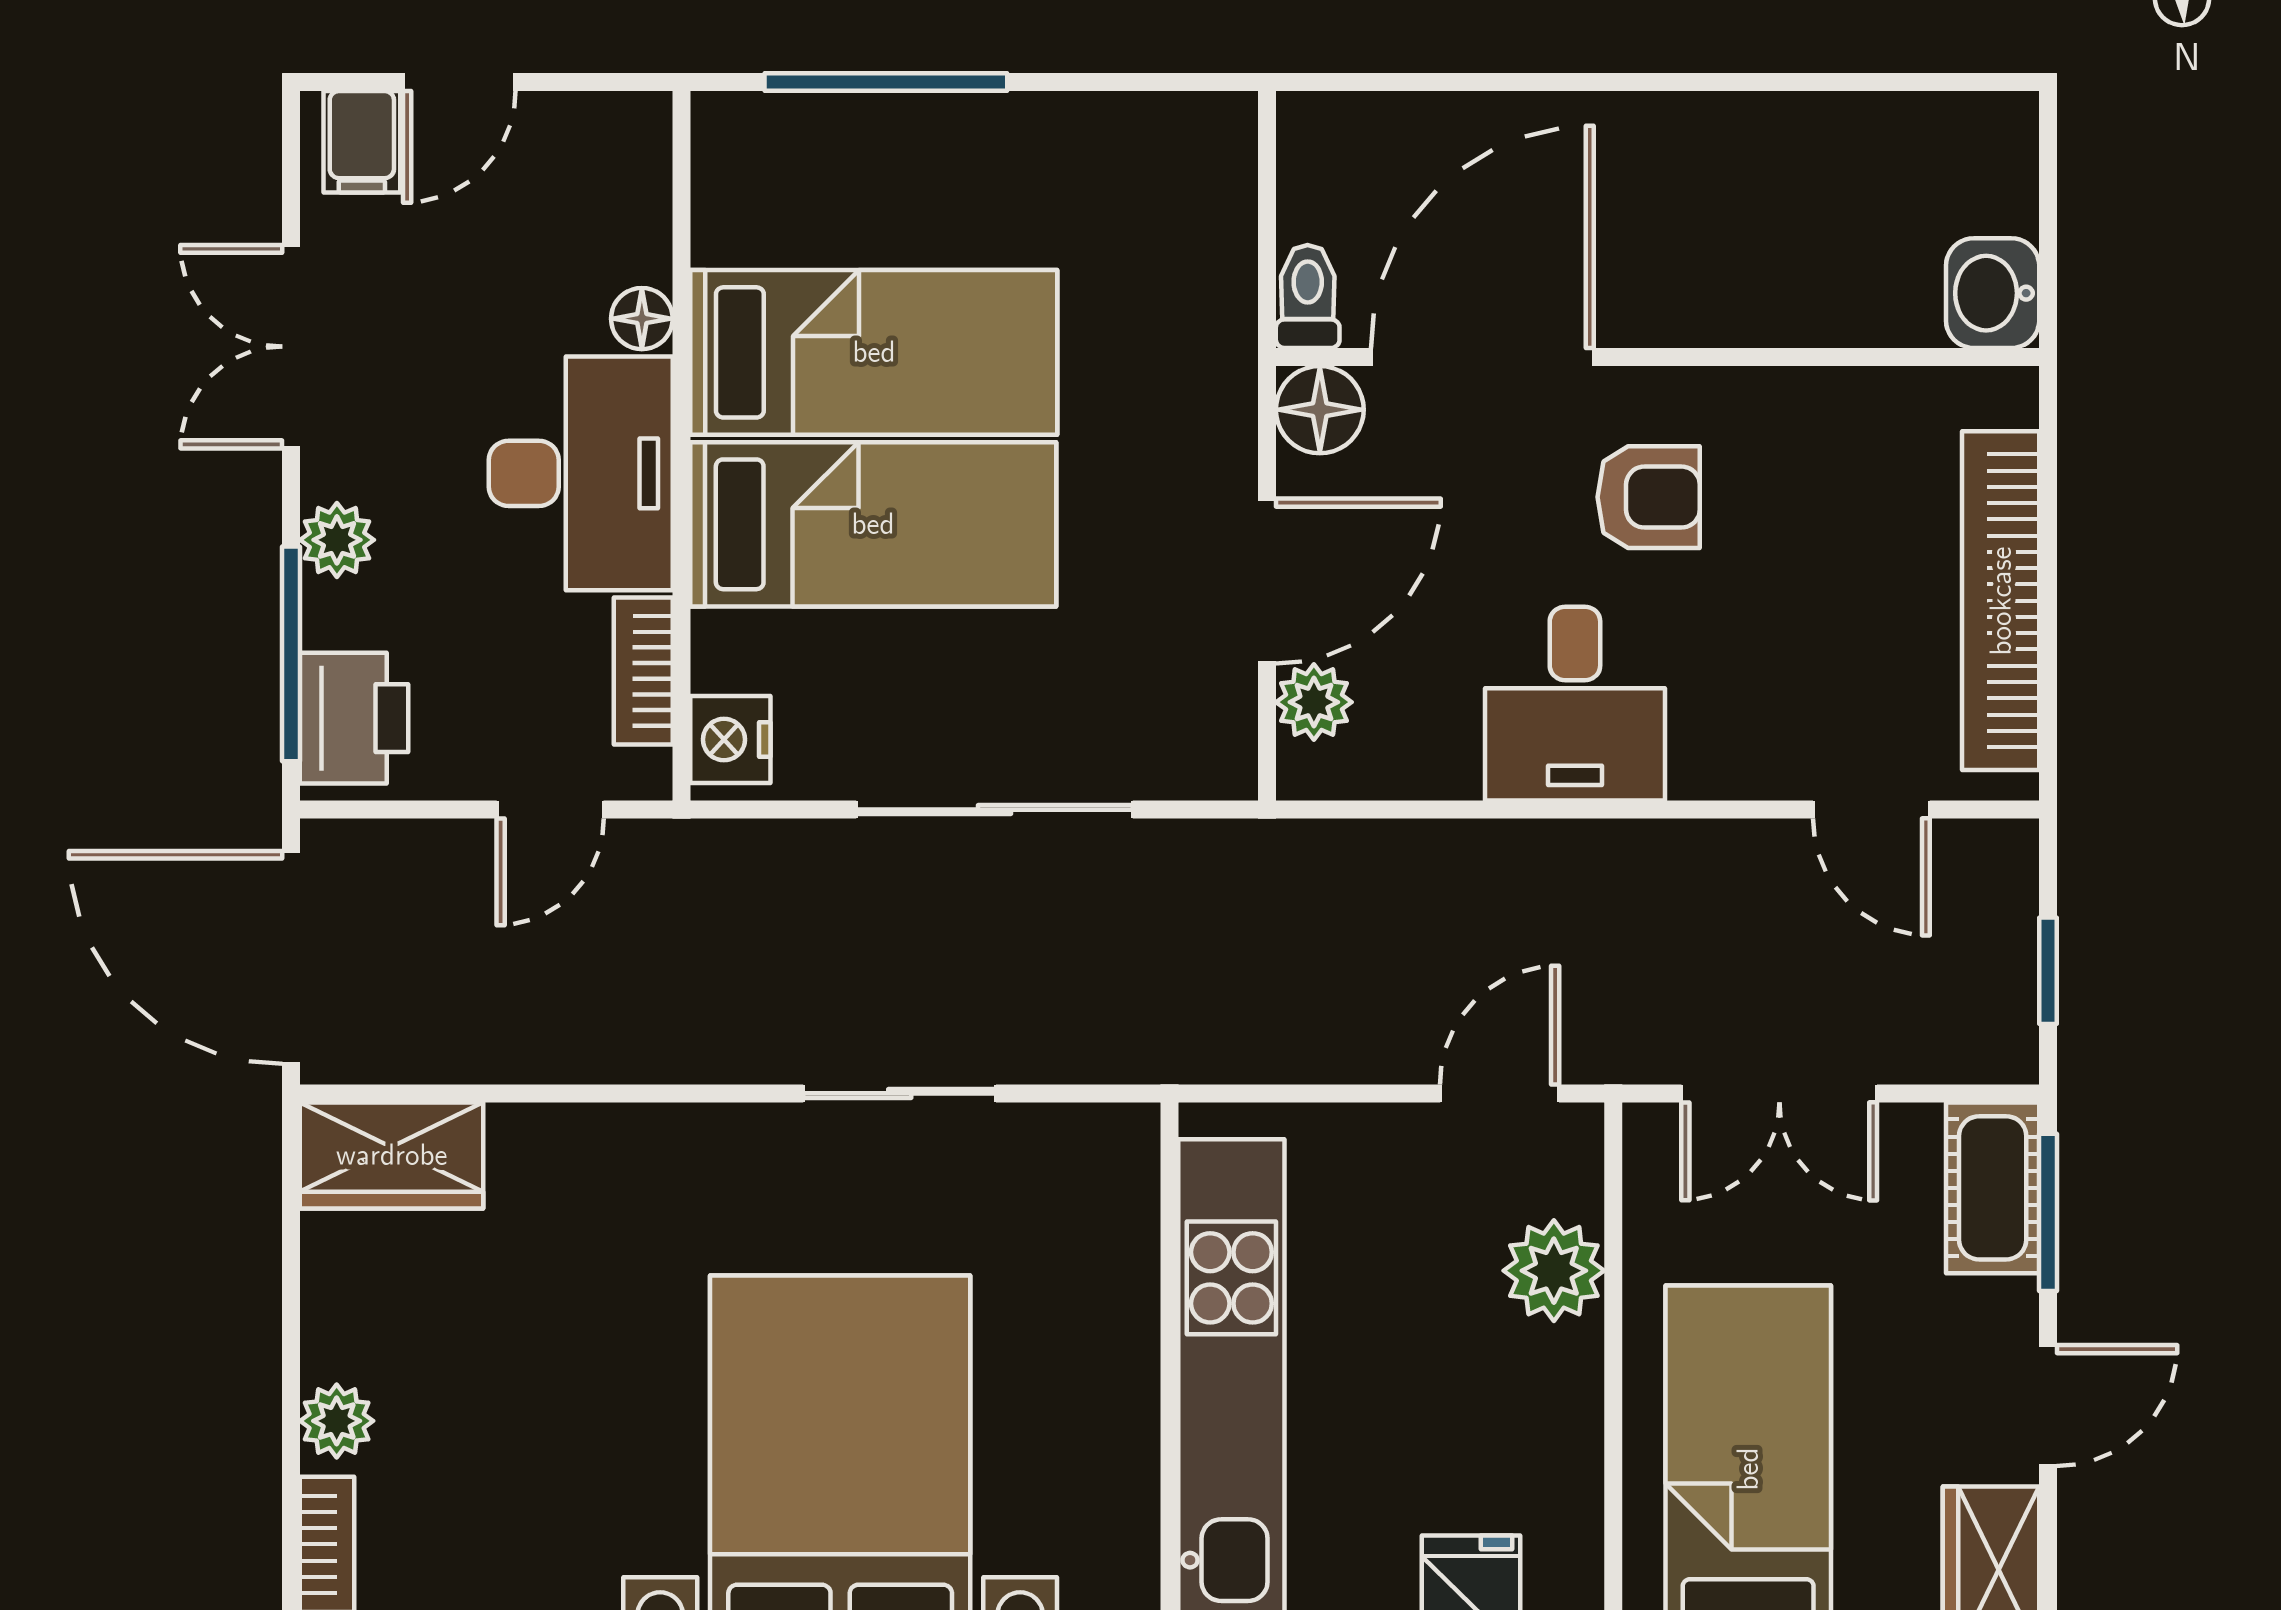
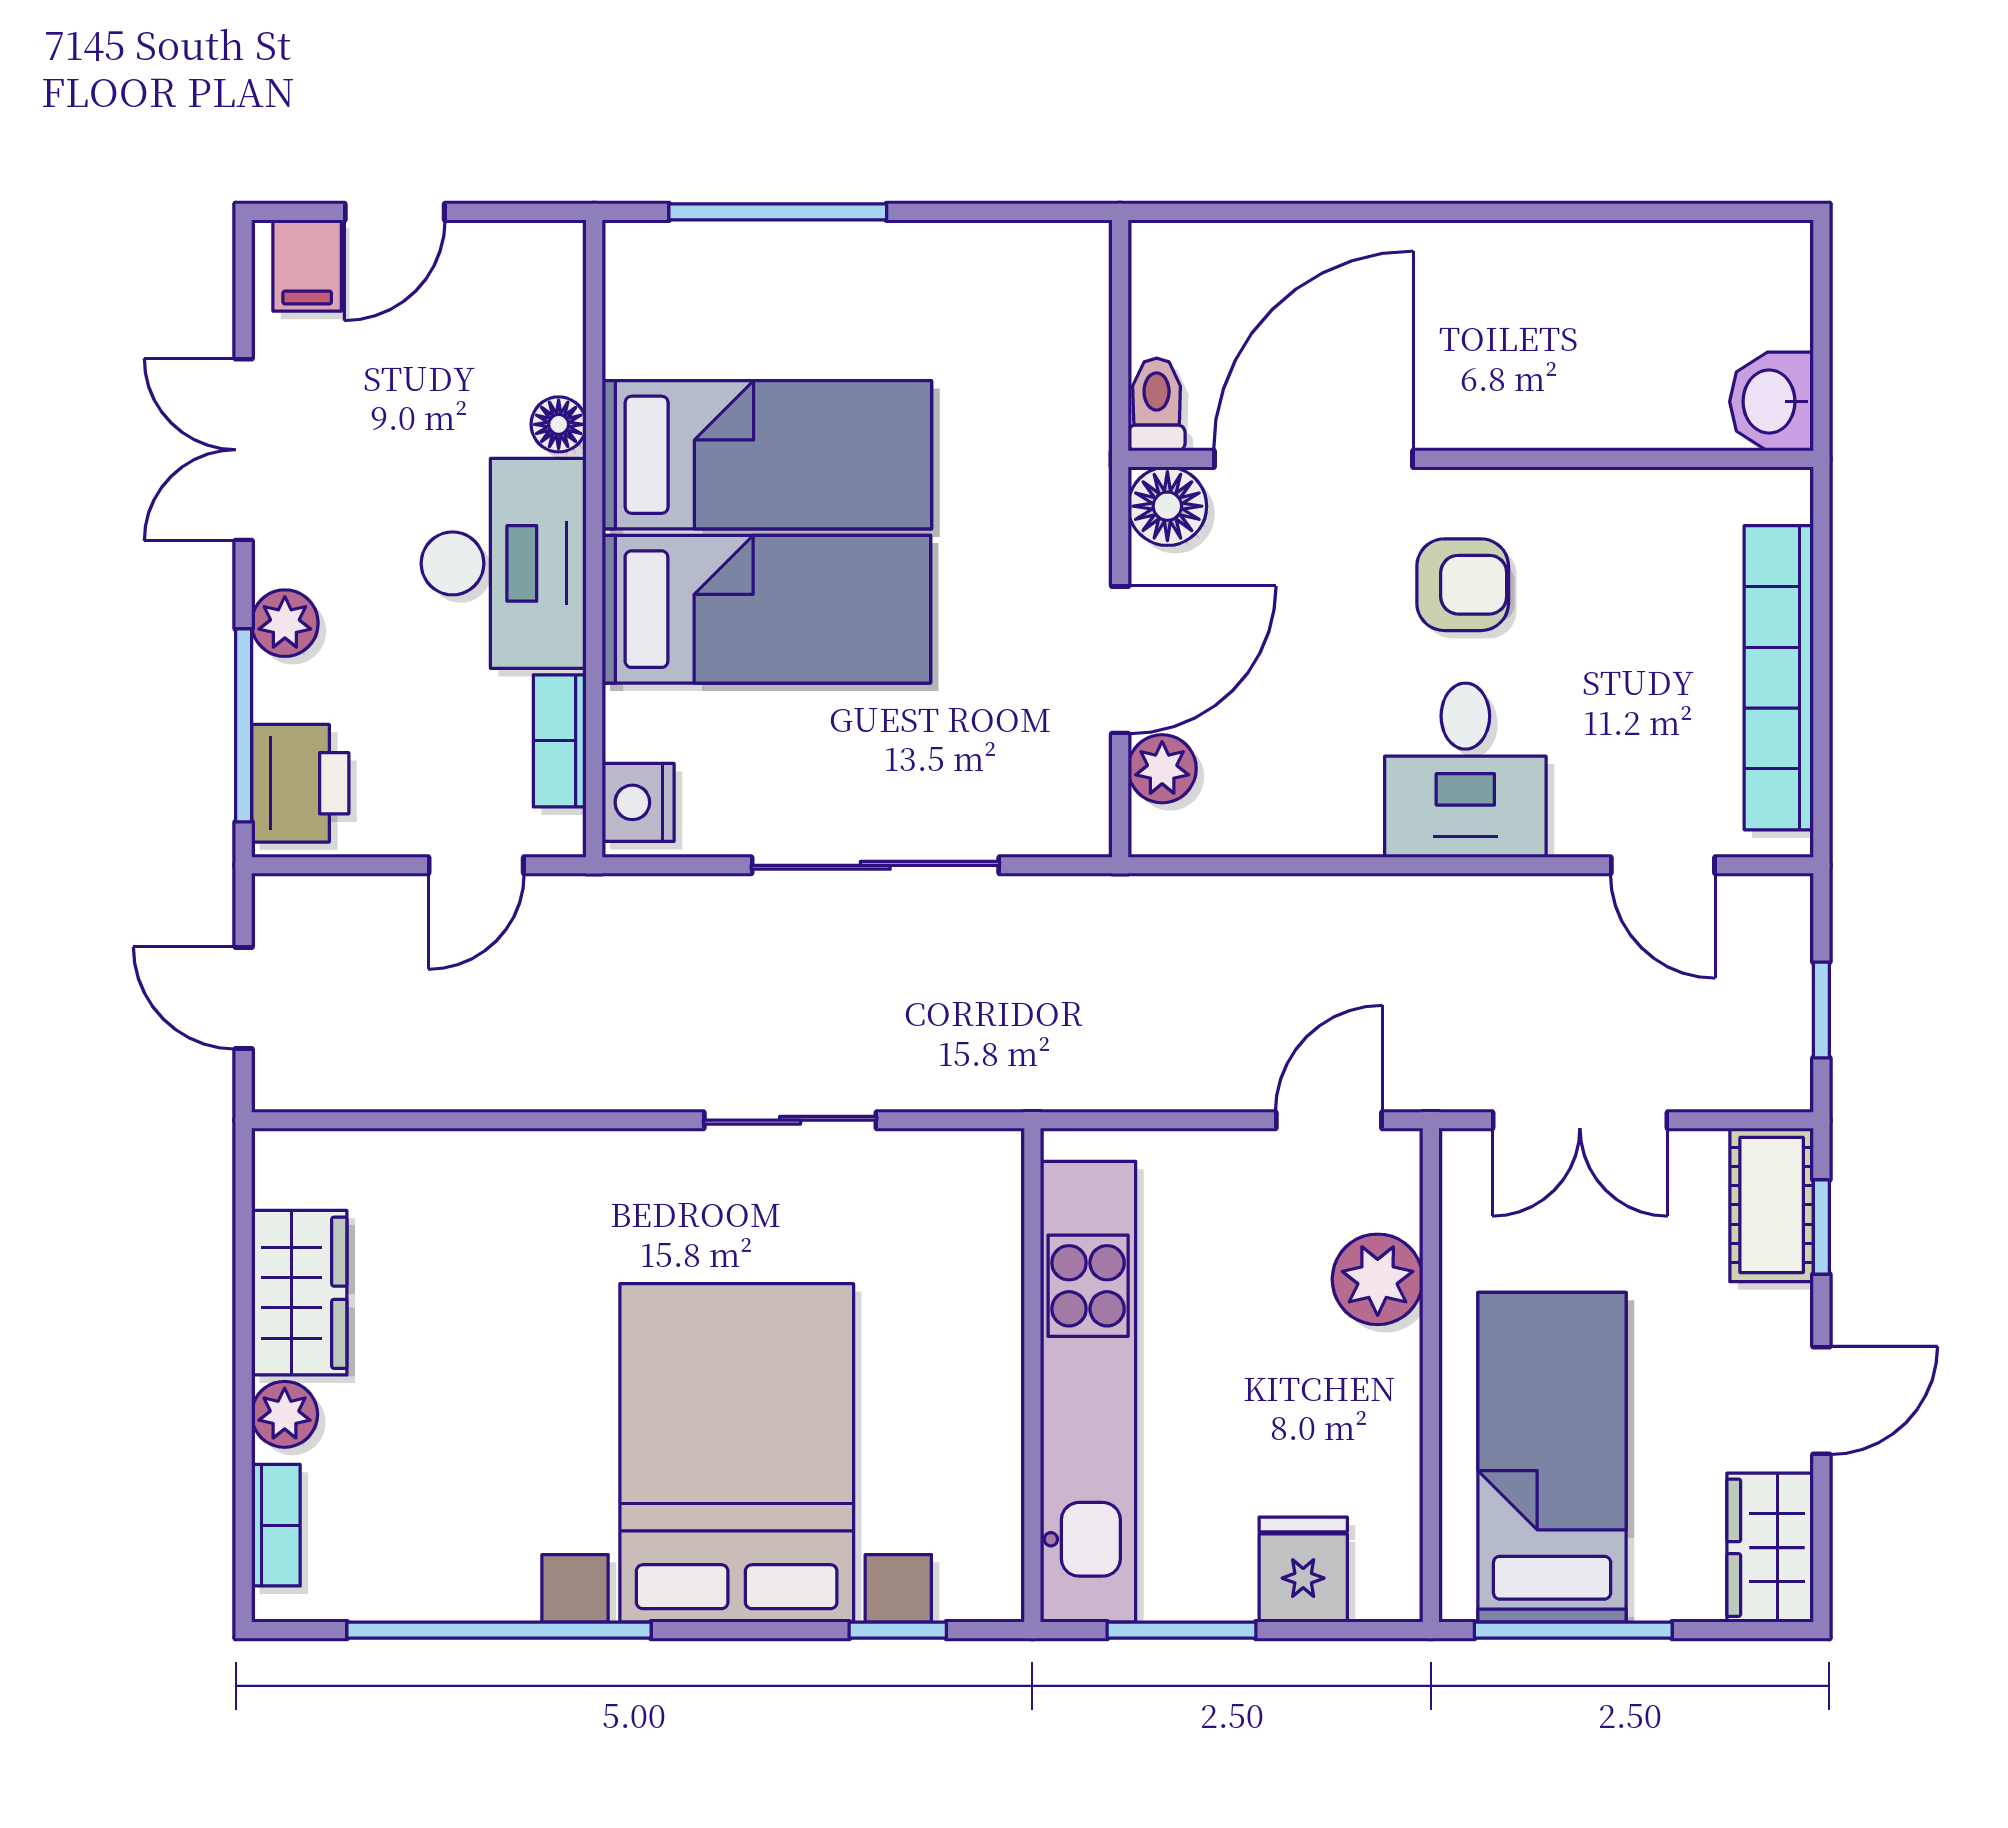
desk: (1575, 704) -> (1465, 770), moved
door: (291, 957) -> (244, 998), width x0.53
wardrobe: (392, 1155) -> (299, 1293), moved, turned -90
window: (2048, 1212) -> (1821, 1227), width x0.67

